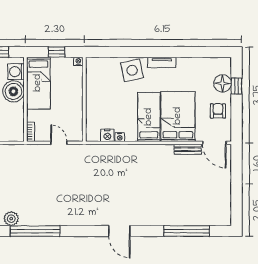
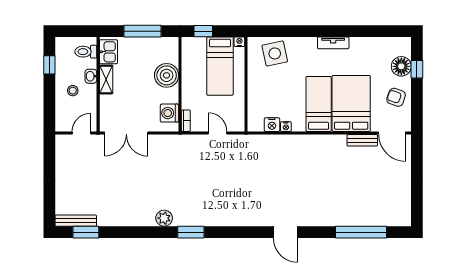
window: (56, 52) -> (203, 31), moved
side table: (132, 70) -> (275, 53), moved
washing machine: (16, 72) -> (170, 113), moved
bed: (38, 83) -> (220, 66), moved
armchair: (218, 111) -> (396, 97), turned -71
window: (35, 231) -> (191, 232), width x0.47

